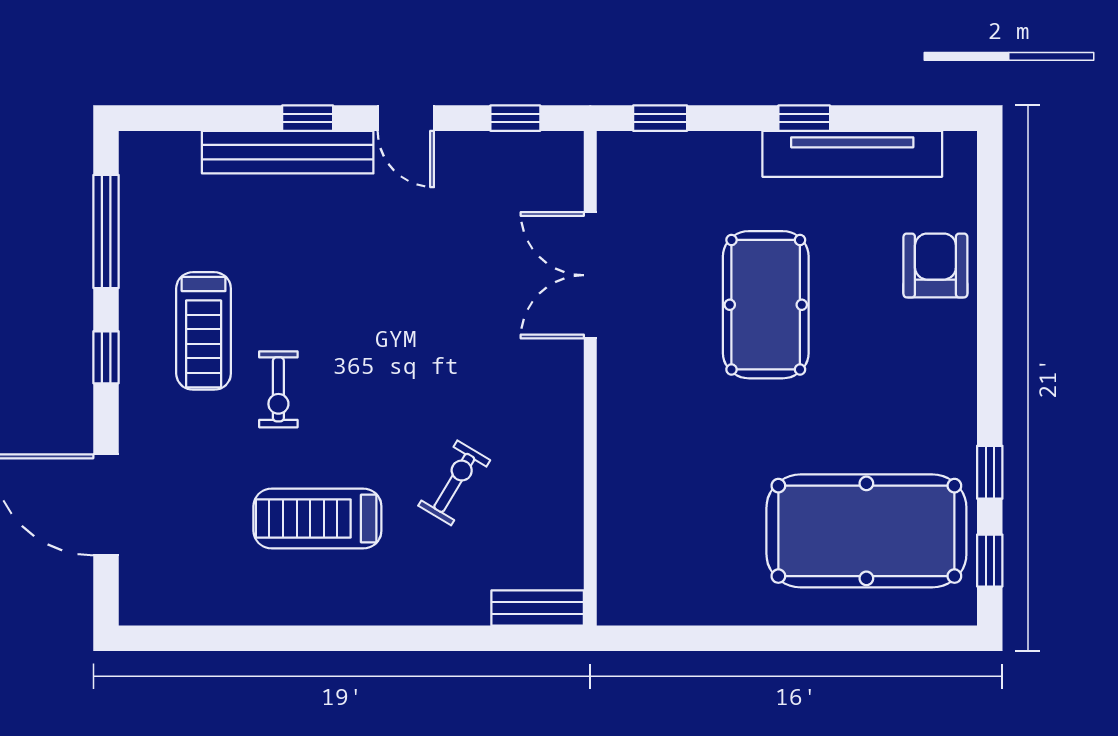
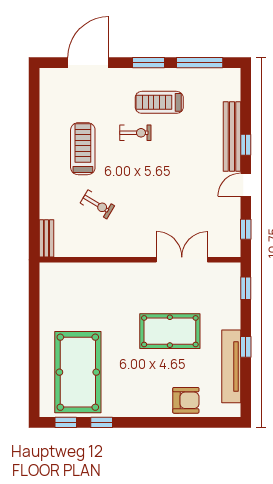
window: (106, 357) -> (148, 63), width x1.50
exercise bike: (278, 389) -> (135, 133), turned 180

